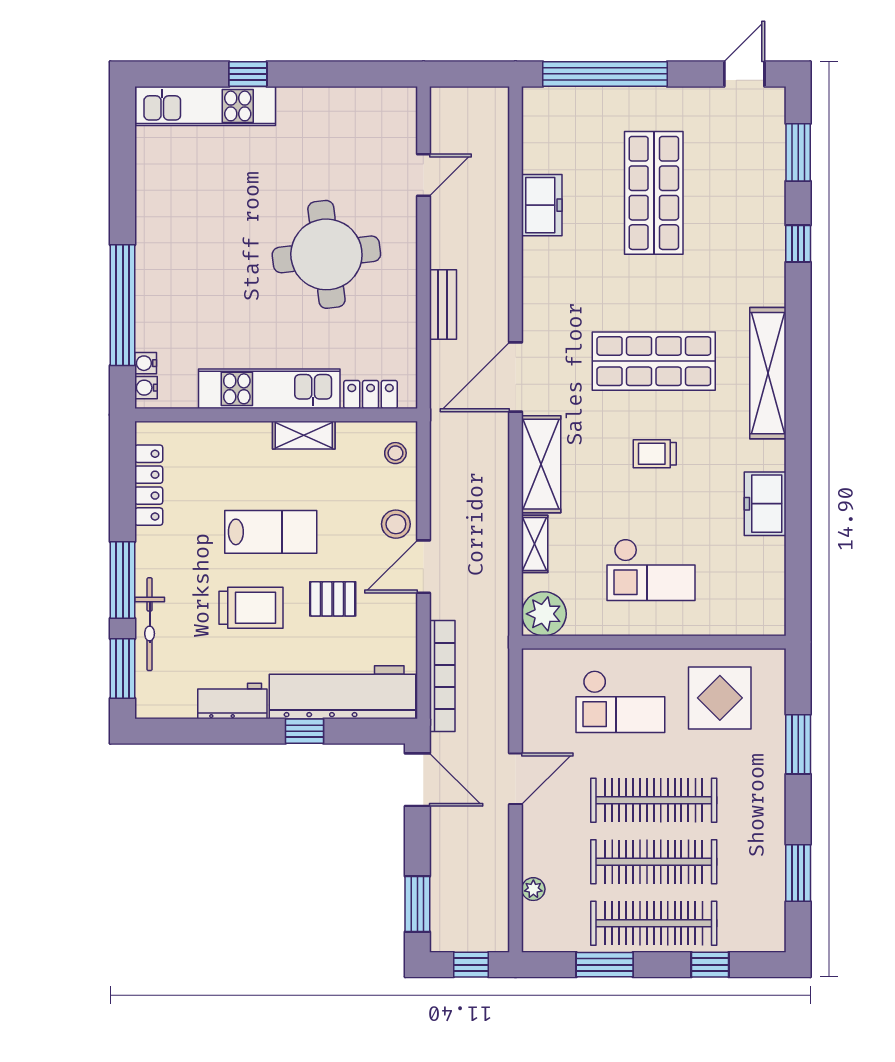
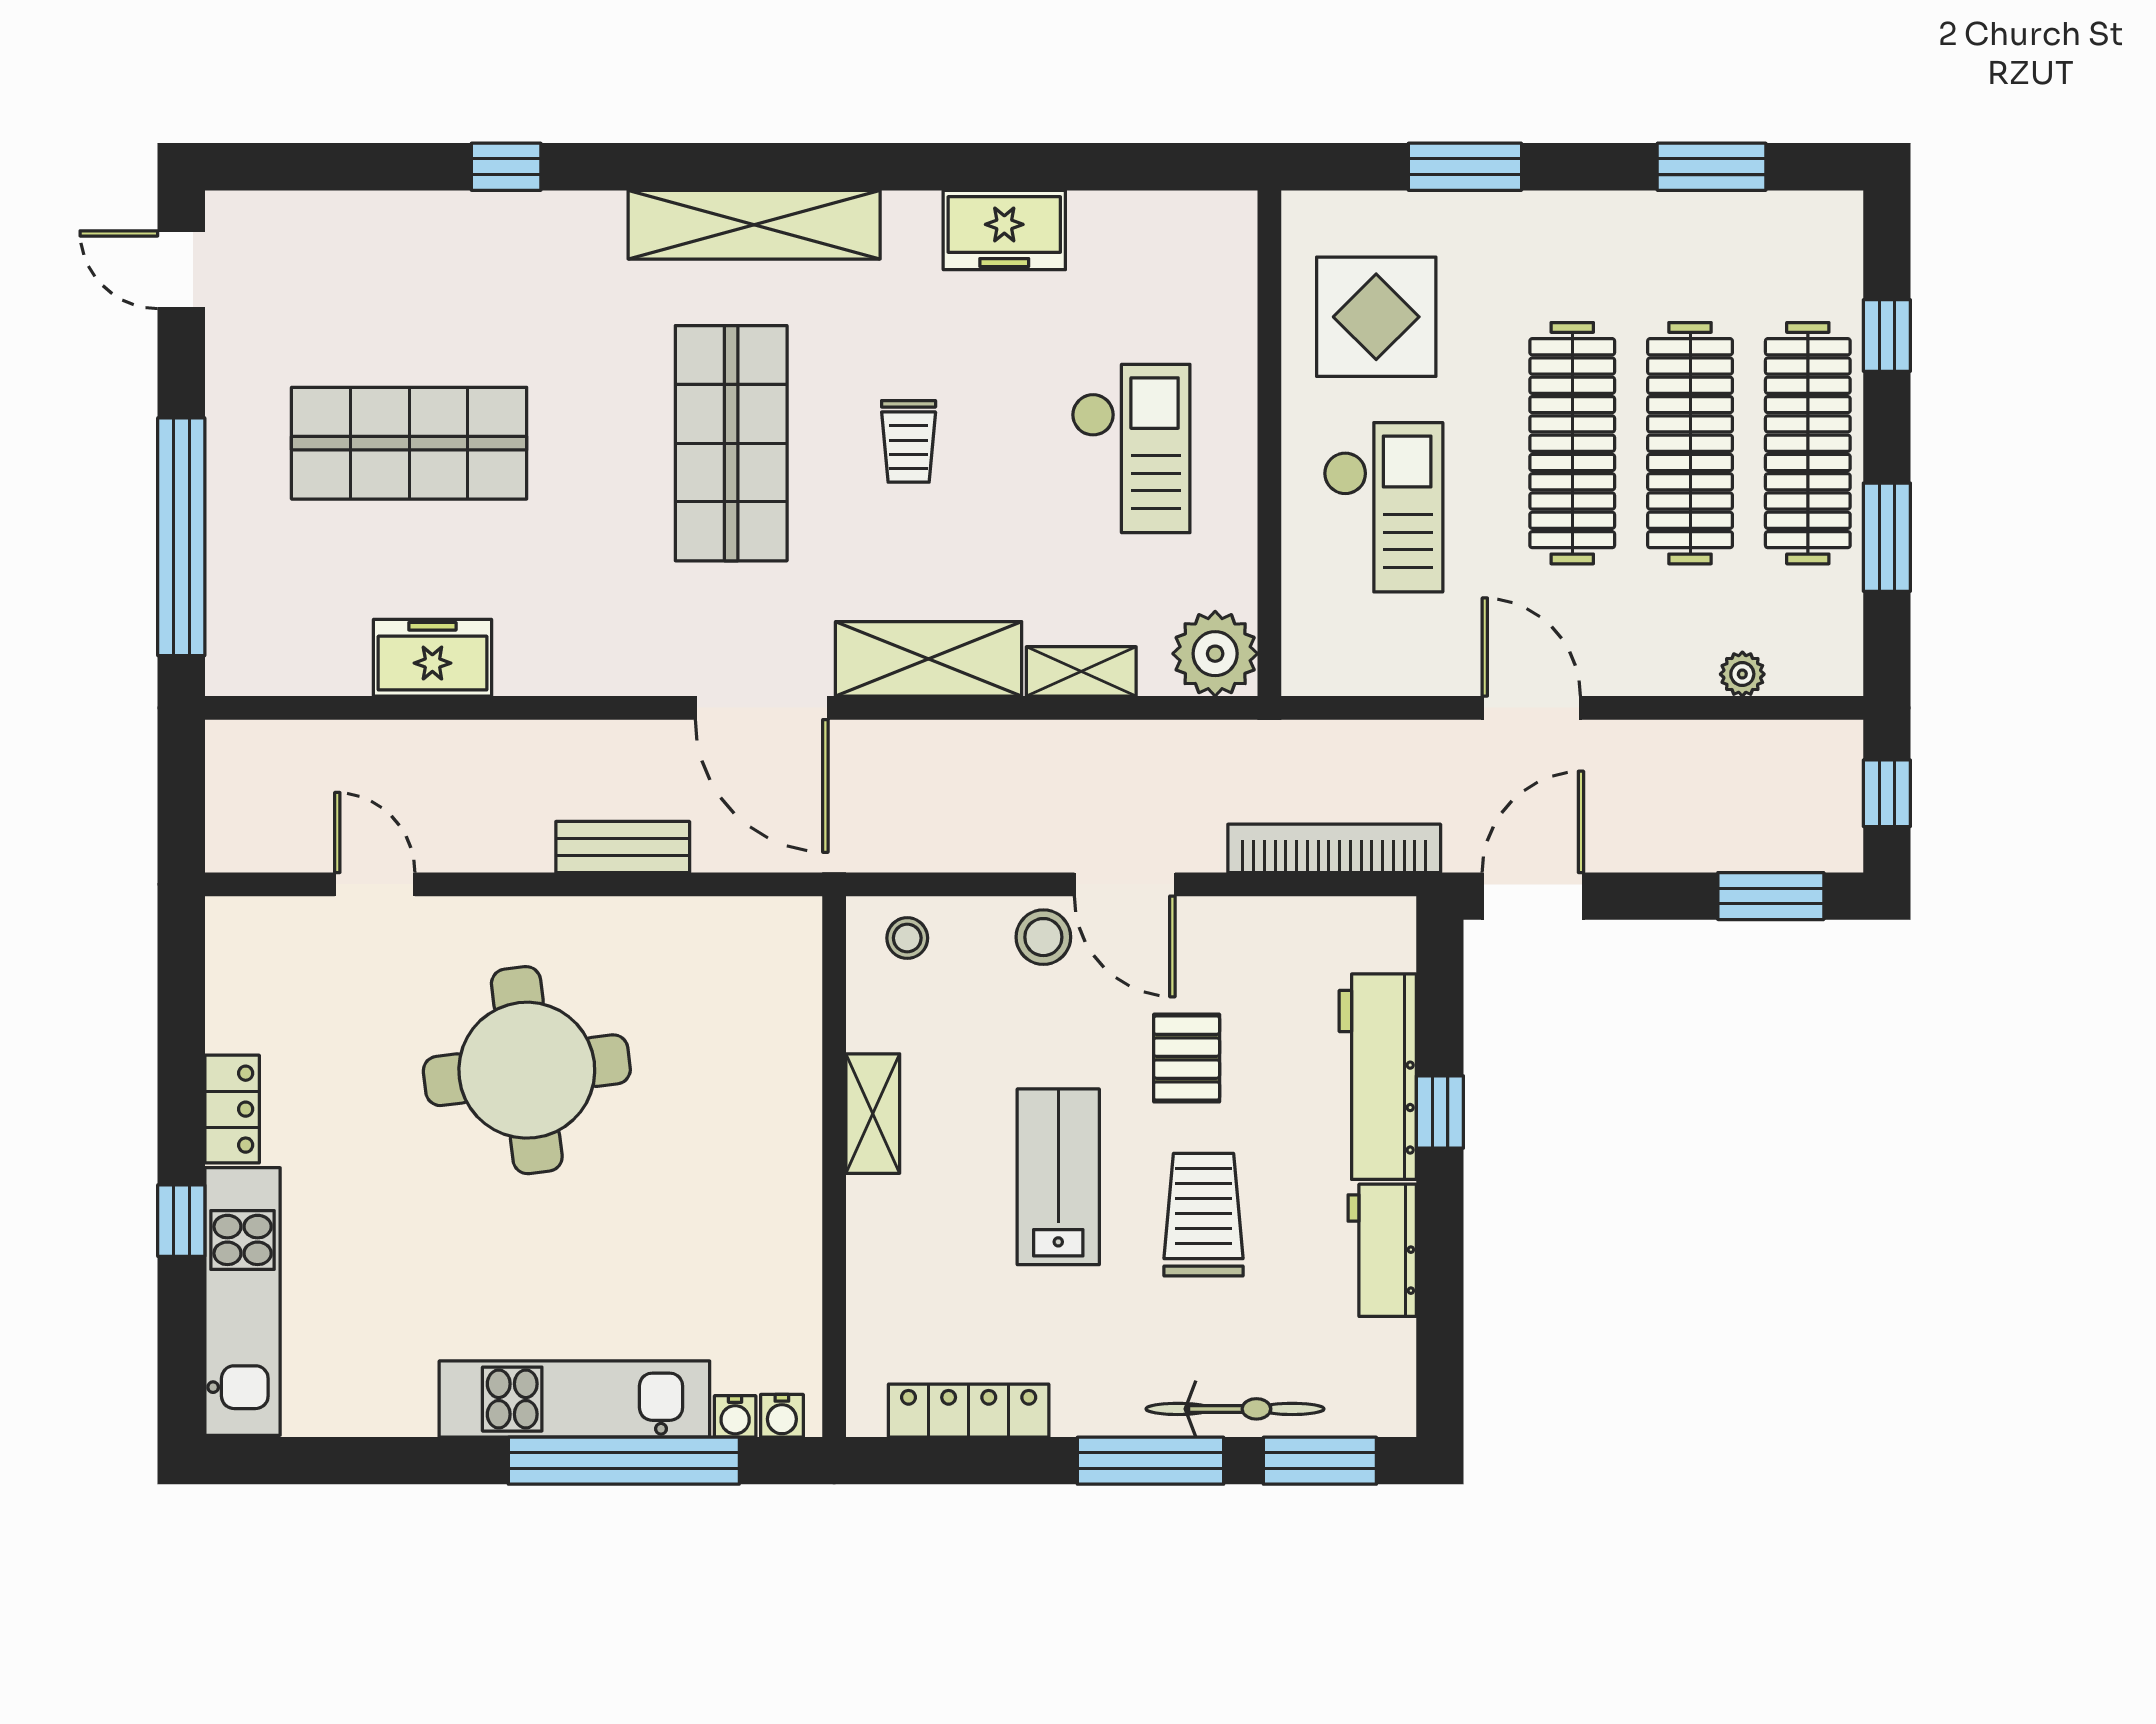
window: (798, 152) -> (331, 167), removed
kitchen unit: (269, 389) -> (574, 1399), moved, turned 90
locker: (371, 395) -> (232, 1109), moved, turned 180
workbench: (343, 692) -> (1378, 1077), width x0.73, depth x0.76

